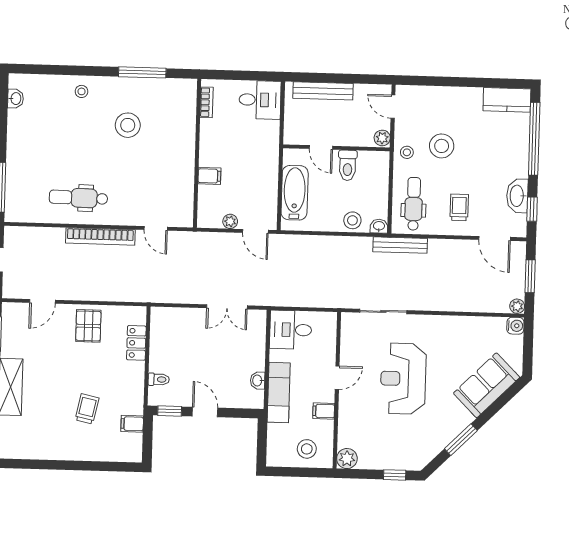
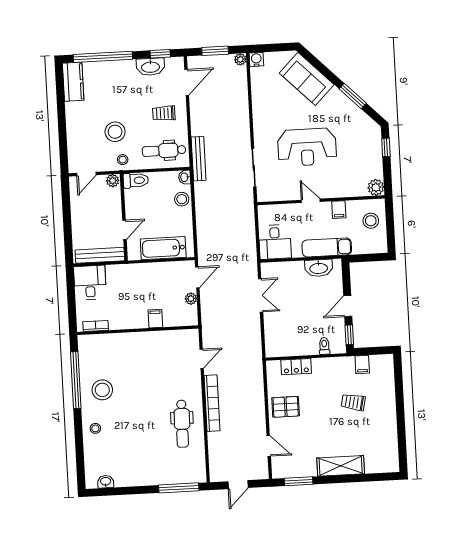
window: (142, 72) -> (76, 380), width x1.46
bench: (323, 91) -> (100, 255), moved, turned 90
stool: (128, 125) -> (102, 390), moved
toilet: (348, 165) -> (136, 180), moved
washbasin: (258, 381) -> (319, 268), width x1.91, depth x1.45

